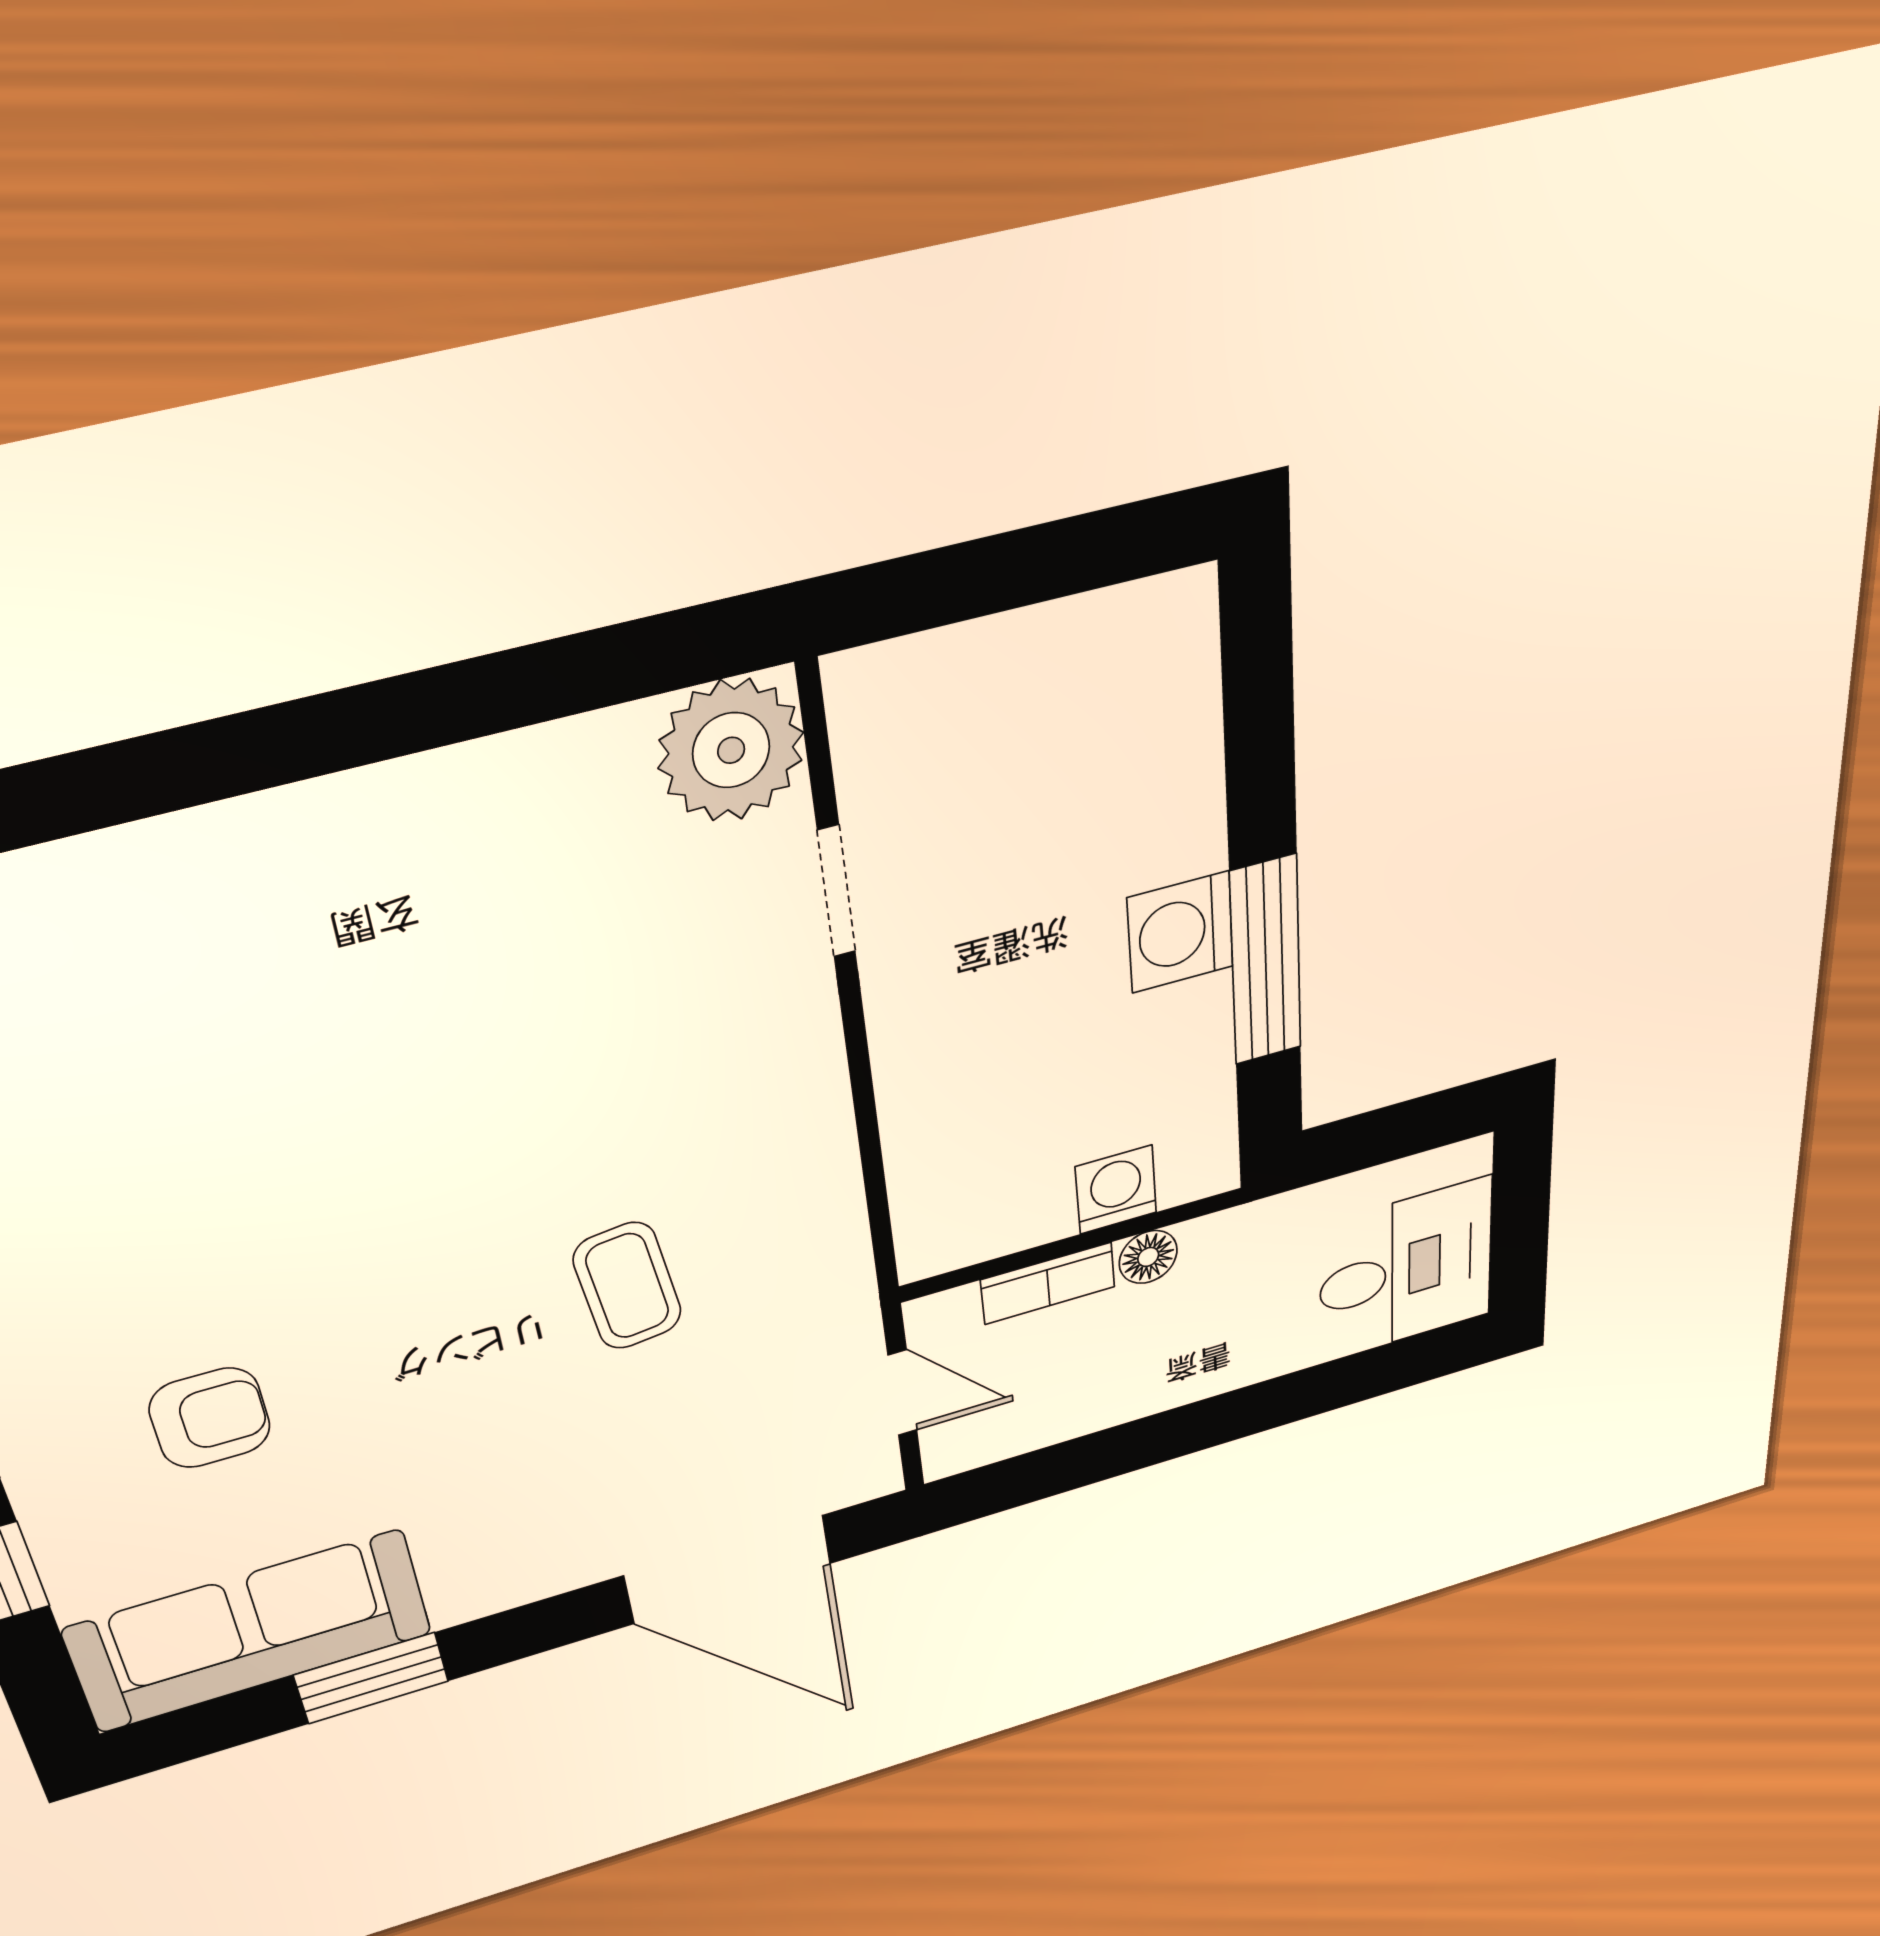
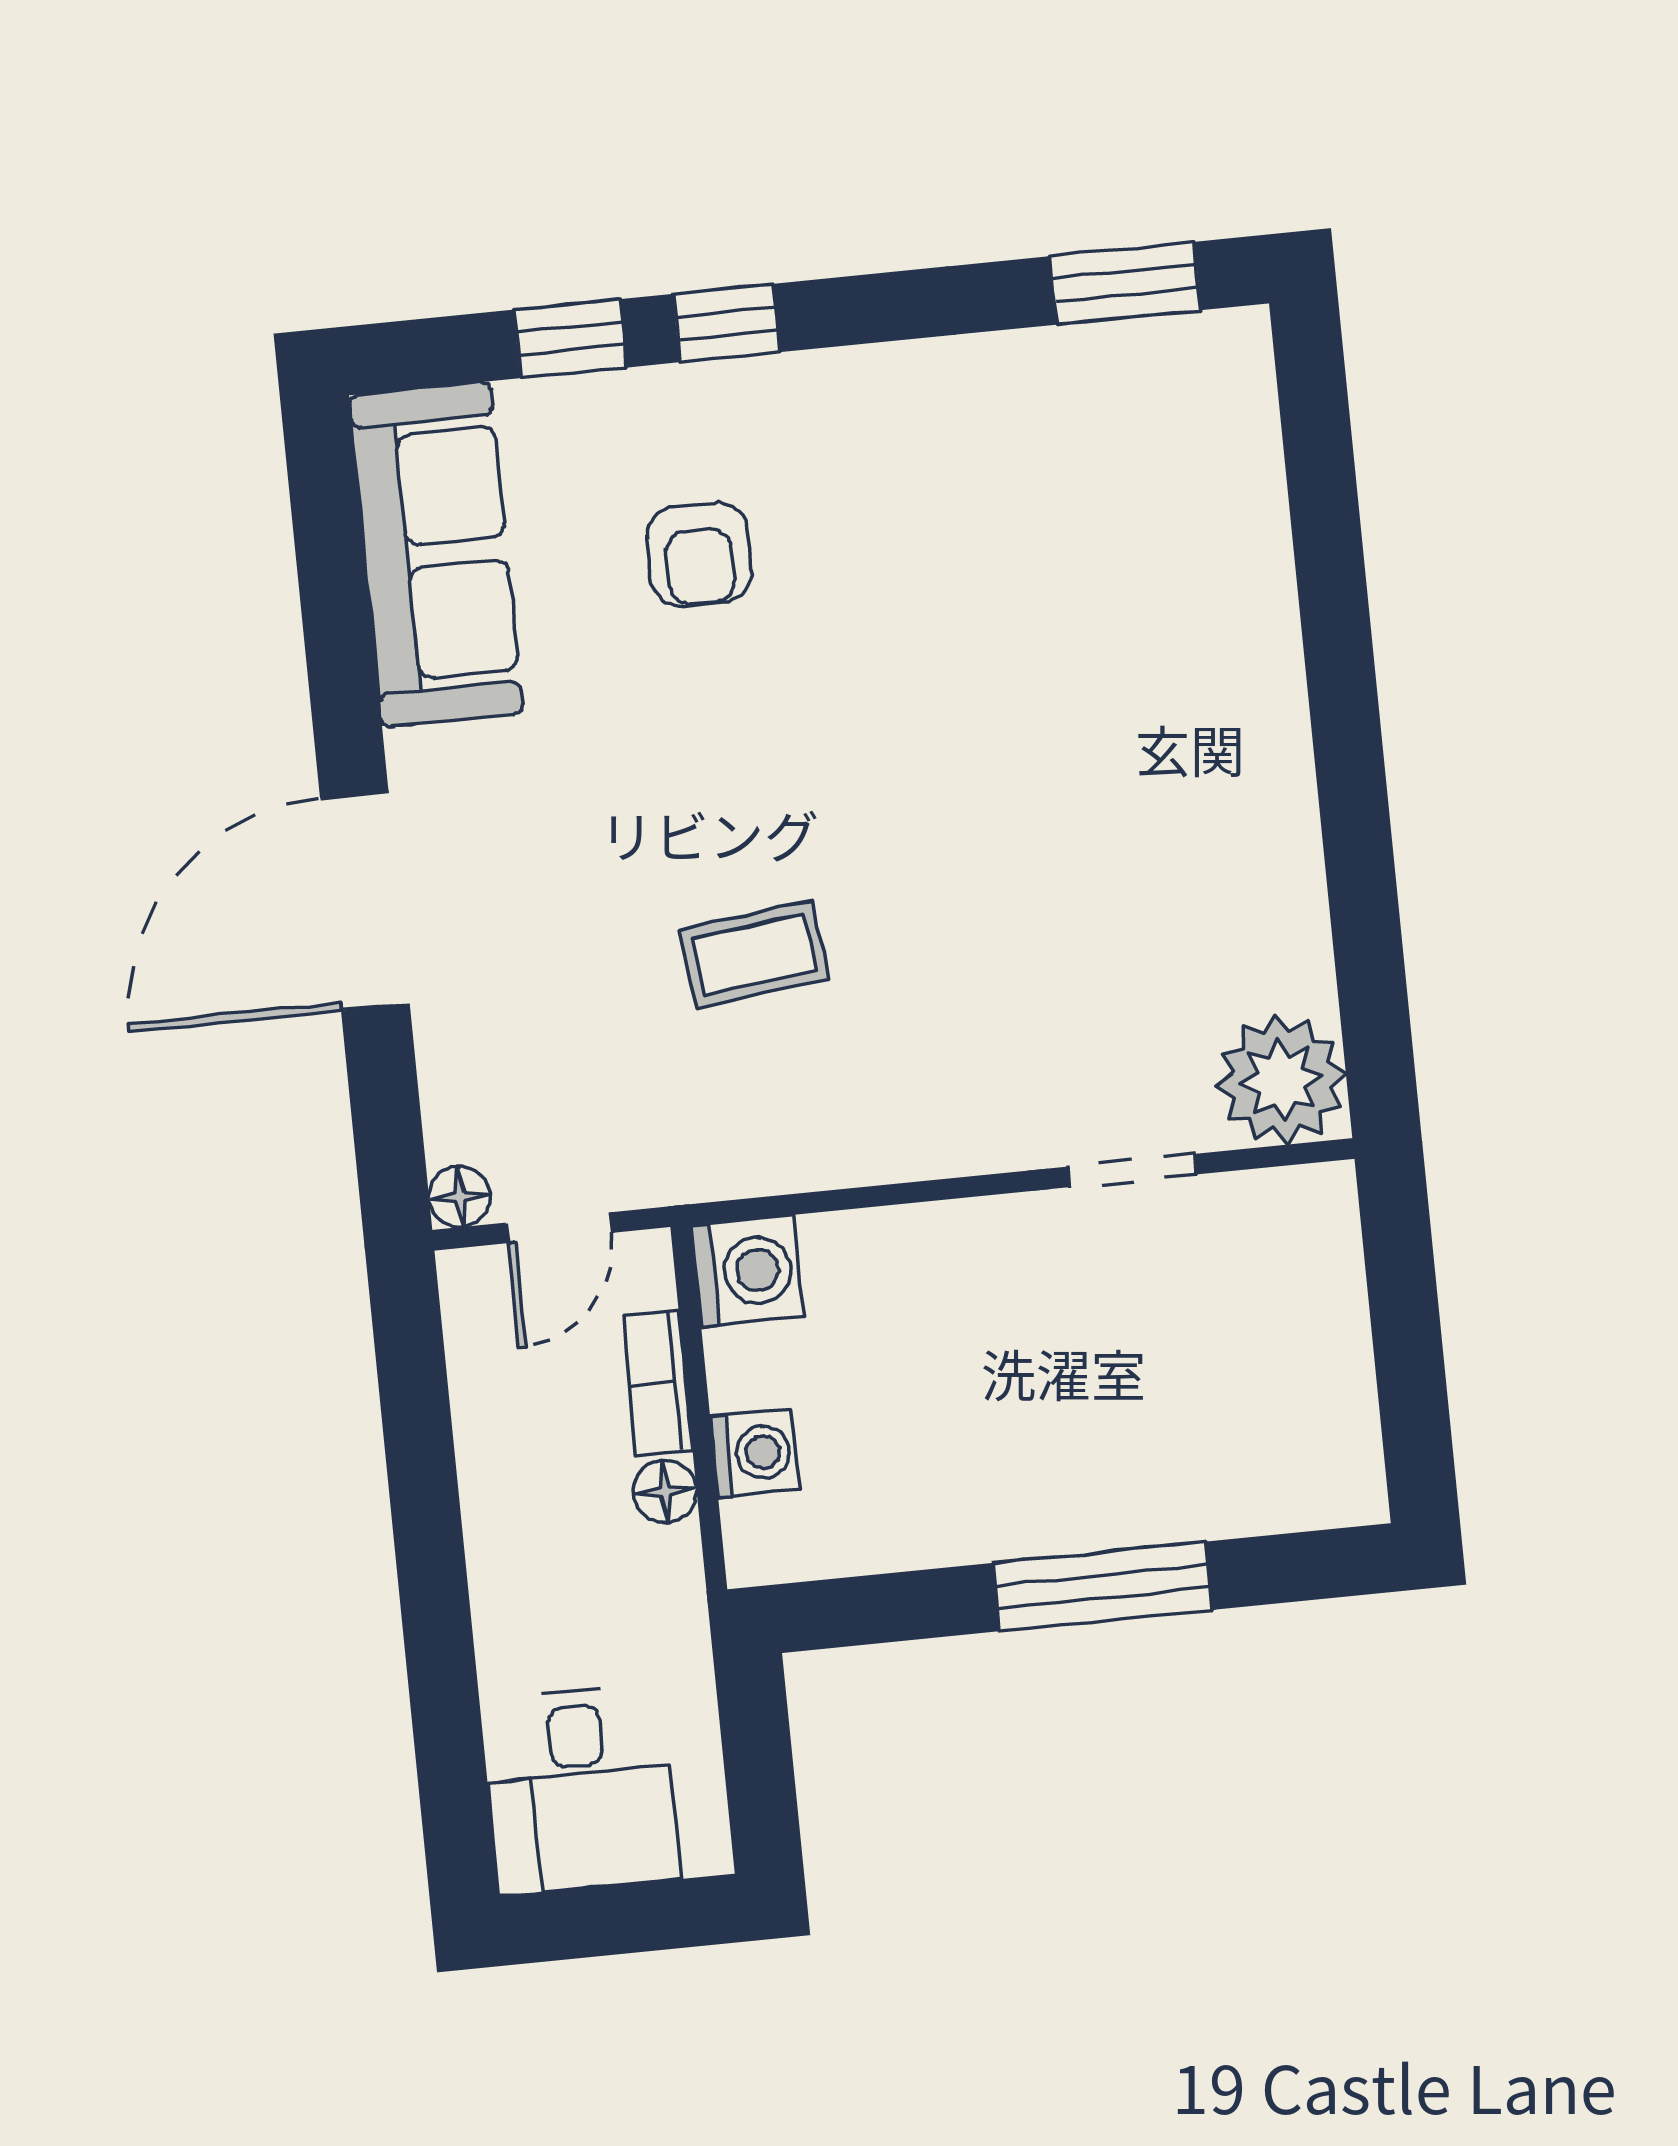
washing machine: (1180, 932) -> (747, 1271), moved, turned 90
window: (1266, 961) -> (1103, 1586), moved
floor lamp: (874, 1476) -> (460, 1197), added
door: (728, 1569) -> (365, 901), moved
window: (372, 1678) -> (341, 663), removed

